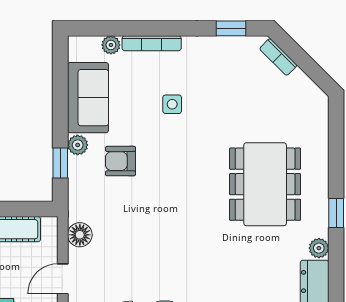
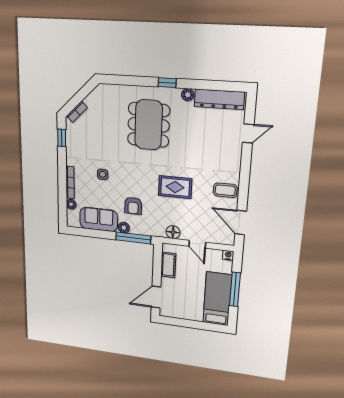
window: (60, 163) -> (133, 238), width x2.17
dining table: (265, 184) -> (149, 125), turned 90
rug: (162, 235) -> (175, 187), added

